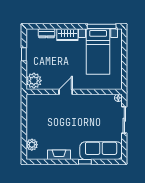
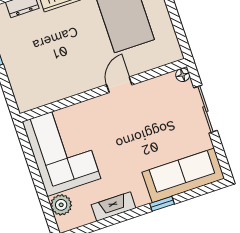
plant: (34, 81) -> (28, 94), removed
door: (66, 92) -> (119, 85), moved
corner sofa: (42, 116) -> (62, 150), added

